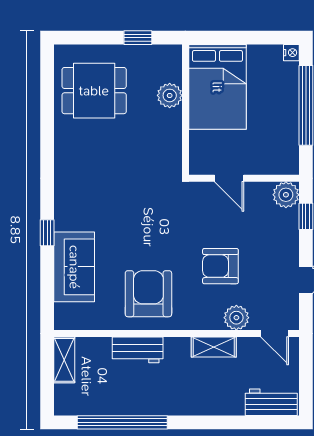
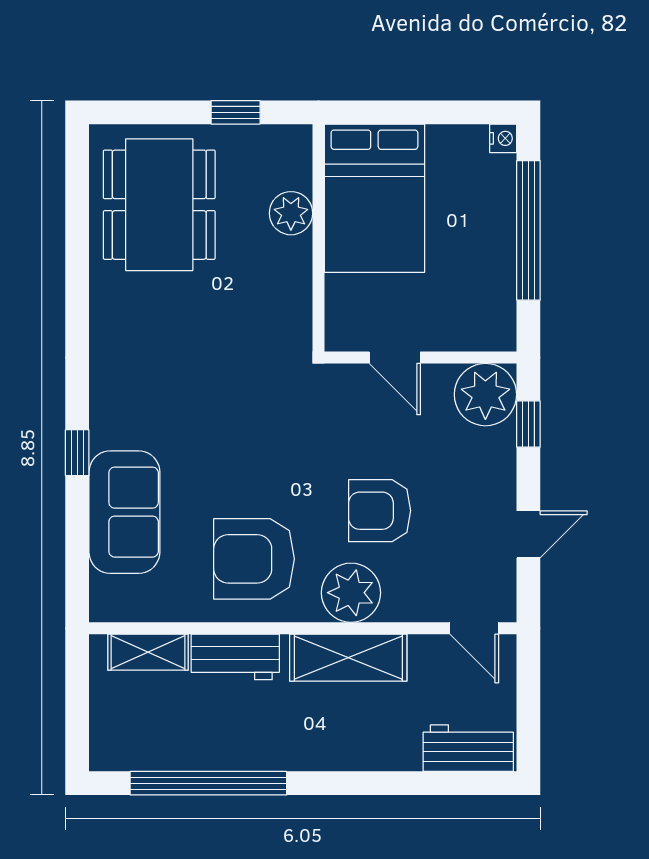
dining table: (94, 91) -> (159, 205), width x1.38
plant: (286, 195) -> (485, 395), width x1.36, depth x1.36
armchair: (148, 294) -> (254, 559), turned -90
plant: (236, 318) -> (351, 593), moved, width x1.36, depth x1.36
shelving: (214, 347) -> (348, 658), width x1.50, depth x1.33
shelving: (64, 360) -> (148, 652), moved, turned 90

